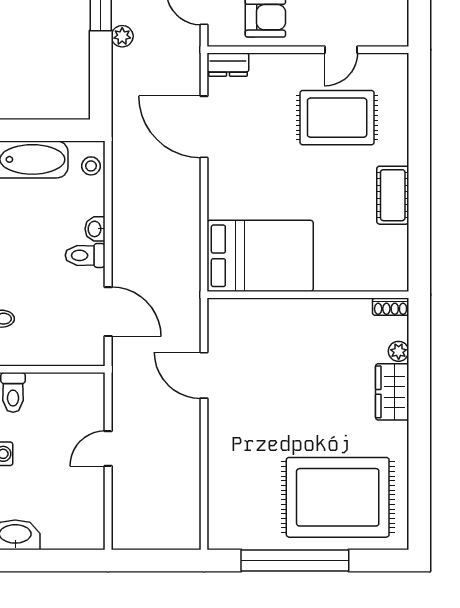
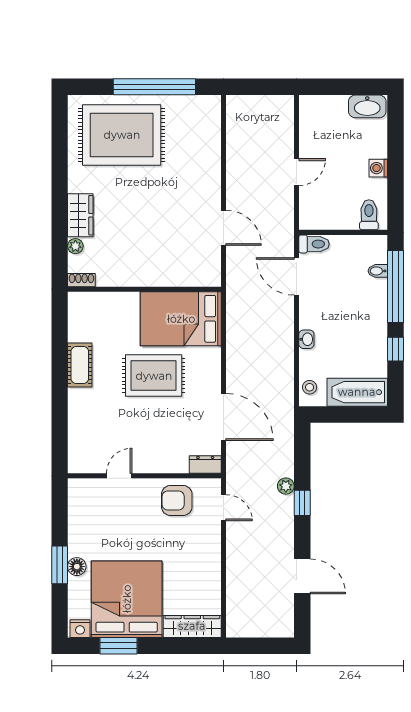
rug: (337, 118) -> (154, 376), moved
toilet: (85, 255) -> (314, 244), moved

